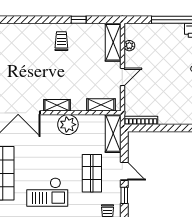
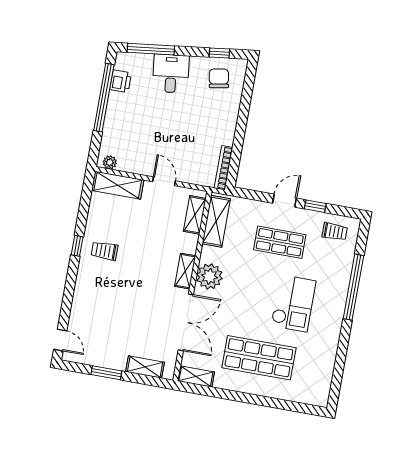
window: (79, 20) -> (77, 246), moved
plant: (129, 46) -> (110, 162), moved
plant: (68, 125) -> (209, 276), moved
shelving: (113, 134) -> (216, 221), moved, turned 90

